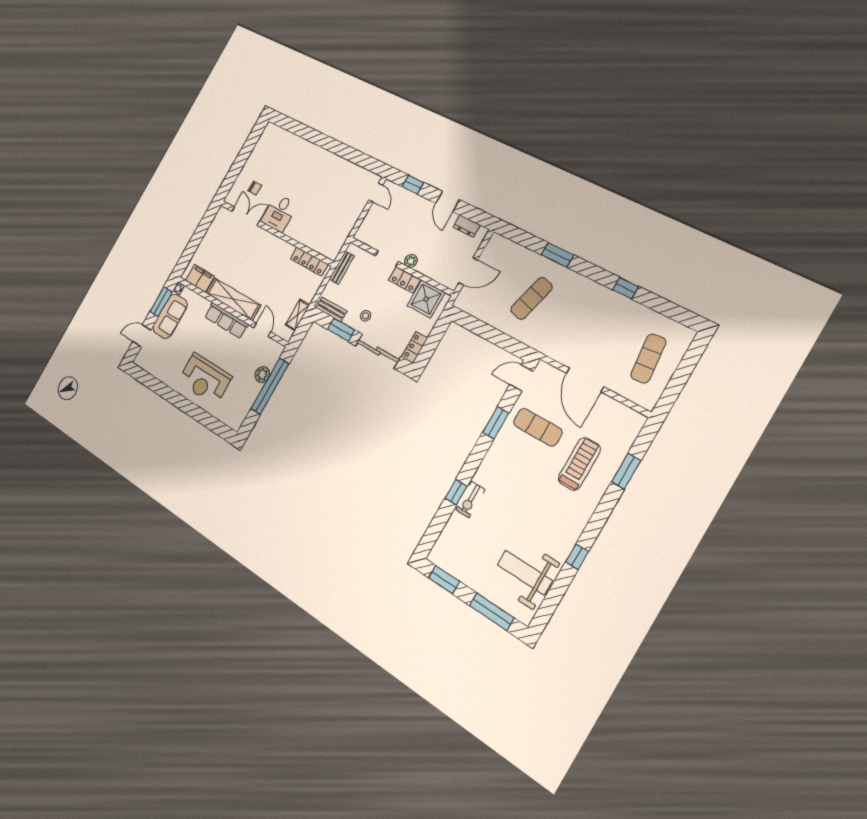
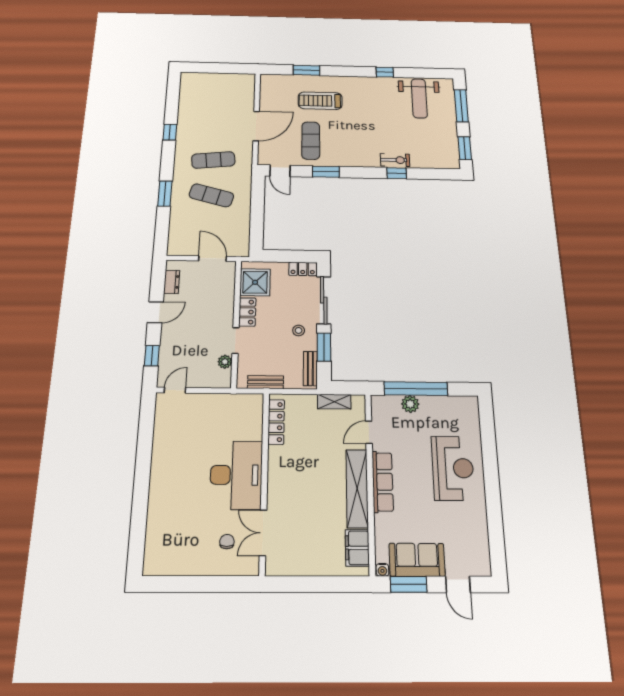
desk: (279, 213) -> (236, 475), width x1.87, depth x1.30
plant: (411, 261) -> (225, 362), moved
exercise mat: (648, 358) -> (213, 160), moved

